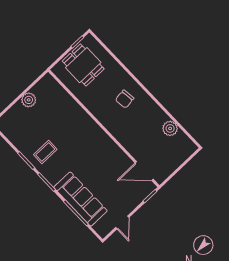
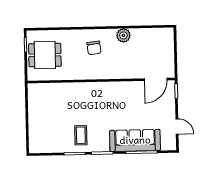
plant: (29, 100) -> (35, 114), removed
plant: (170, 128) -> (123, 35), moved

